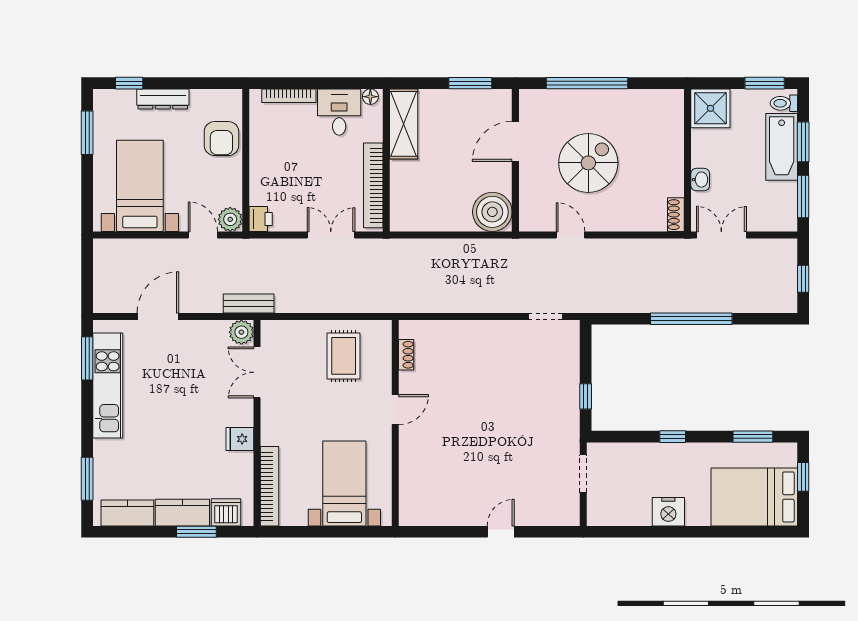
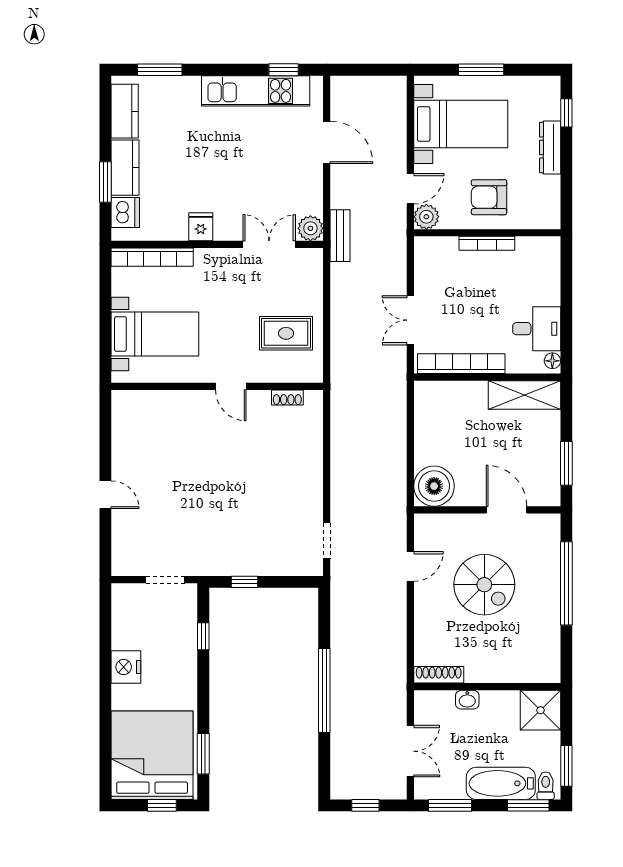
bookcase: (289, 96) -> (487, 243), moved, turned -90
window: (87, 133) -> (481, 70), moved
armchair: (221, 139) -> (489, 197), moved
window: (803, 142) -> (528, 805), moved
shoe rack: (676, 215) -> (439, 675), width x1.43
printer: (261, 219) -> (427, 248), removed
double door: (331, 235) -> (410, 320), swing flipped
double door: (721, 235) -> (410, 751), moved
window: (87, 358) -> (284, 70), width x0.67
window: (673, 437) -> (203, 636), moved
bed: (754, 497) -> (152, 755), width x1.36

